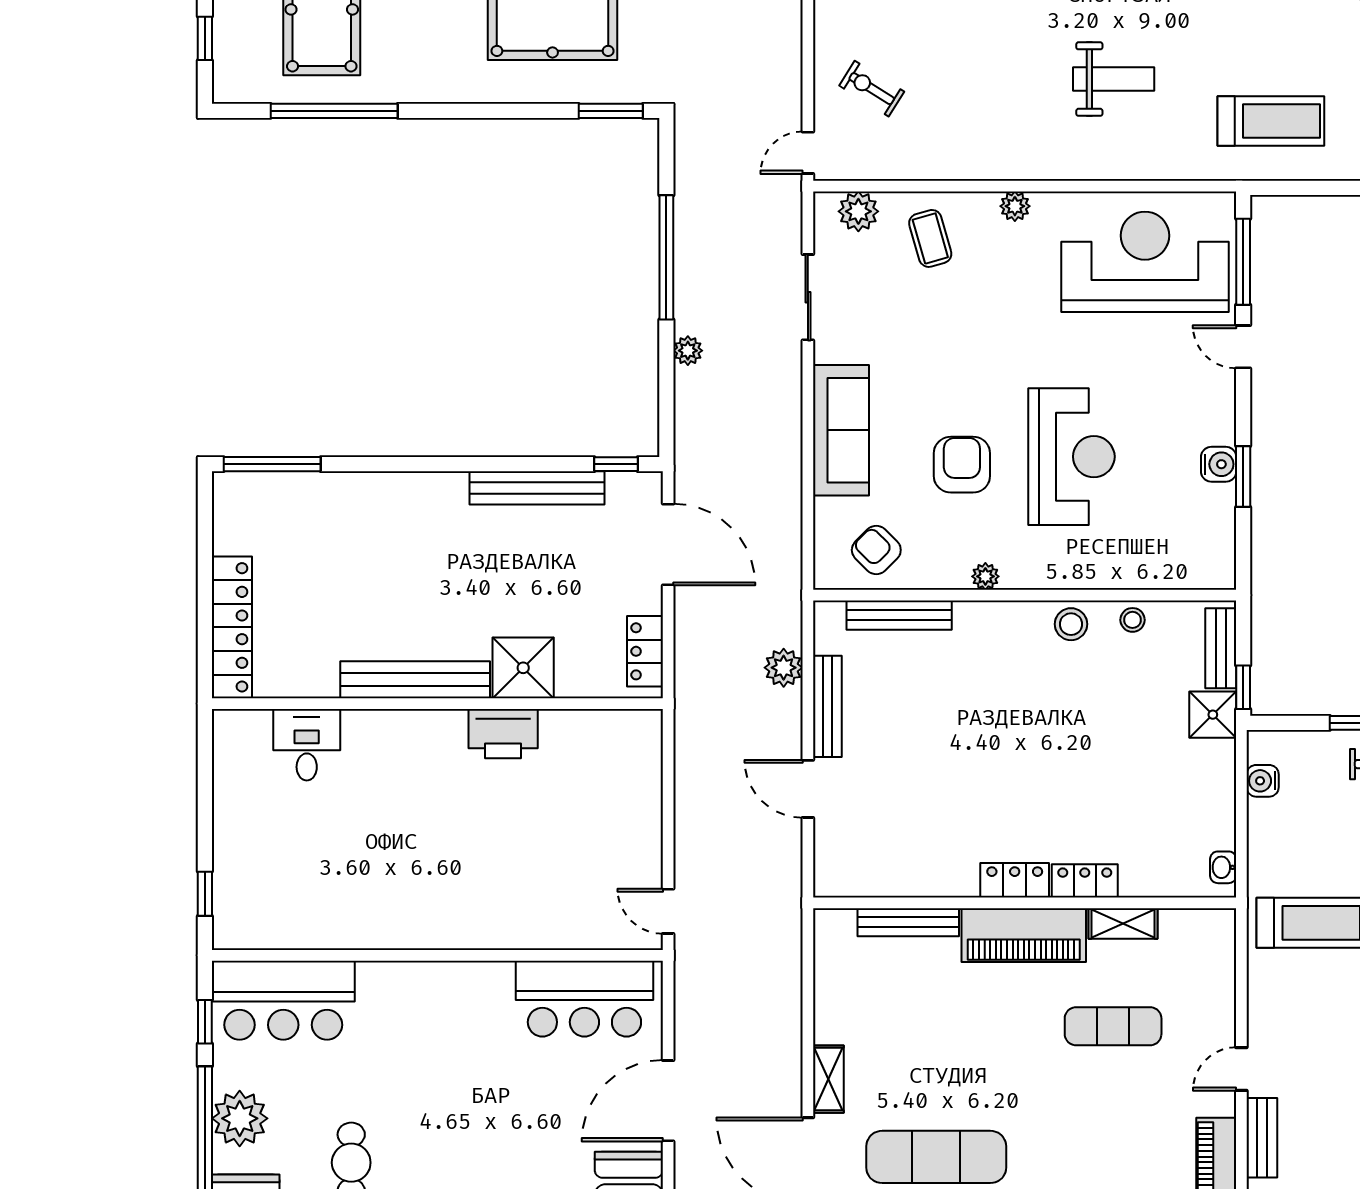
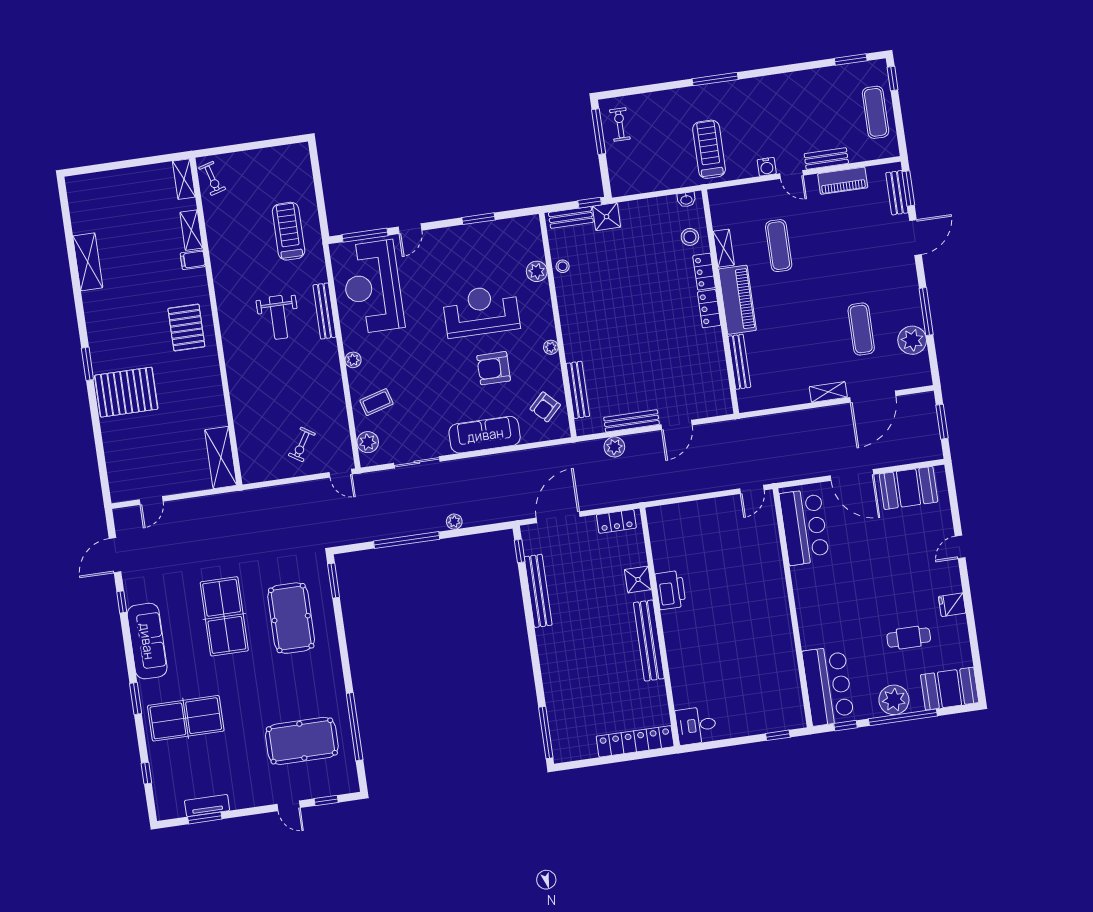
weight bench: (1114, 79) -> (278, 317), turned 180
bench: (1113, 166) -> (325, 311), added
water cooler: (1219, 464) -> (474, 233), removed
plant: (1130, 571) -> (537, 271), added
stool: (1071, 624) -> (690, 237), moved
shower: (523, 668) -> (638, 580), width x0.73, depth x0.73
desk: (307, 745) -> (696, 725), moved
water cooler: (1263, 781) -> (767, 167), moved
exercise mat: (936, 1157) -> (861, 329), width x0.73, depth x0.69

